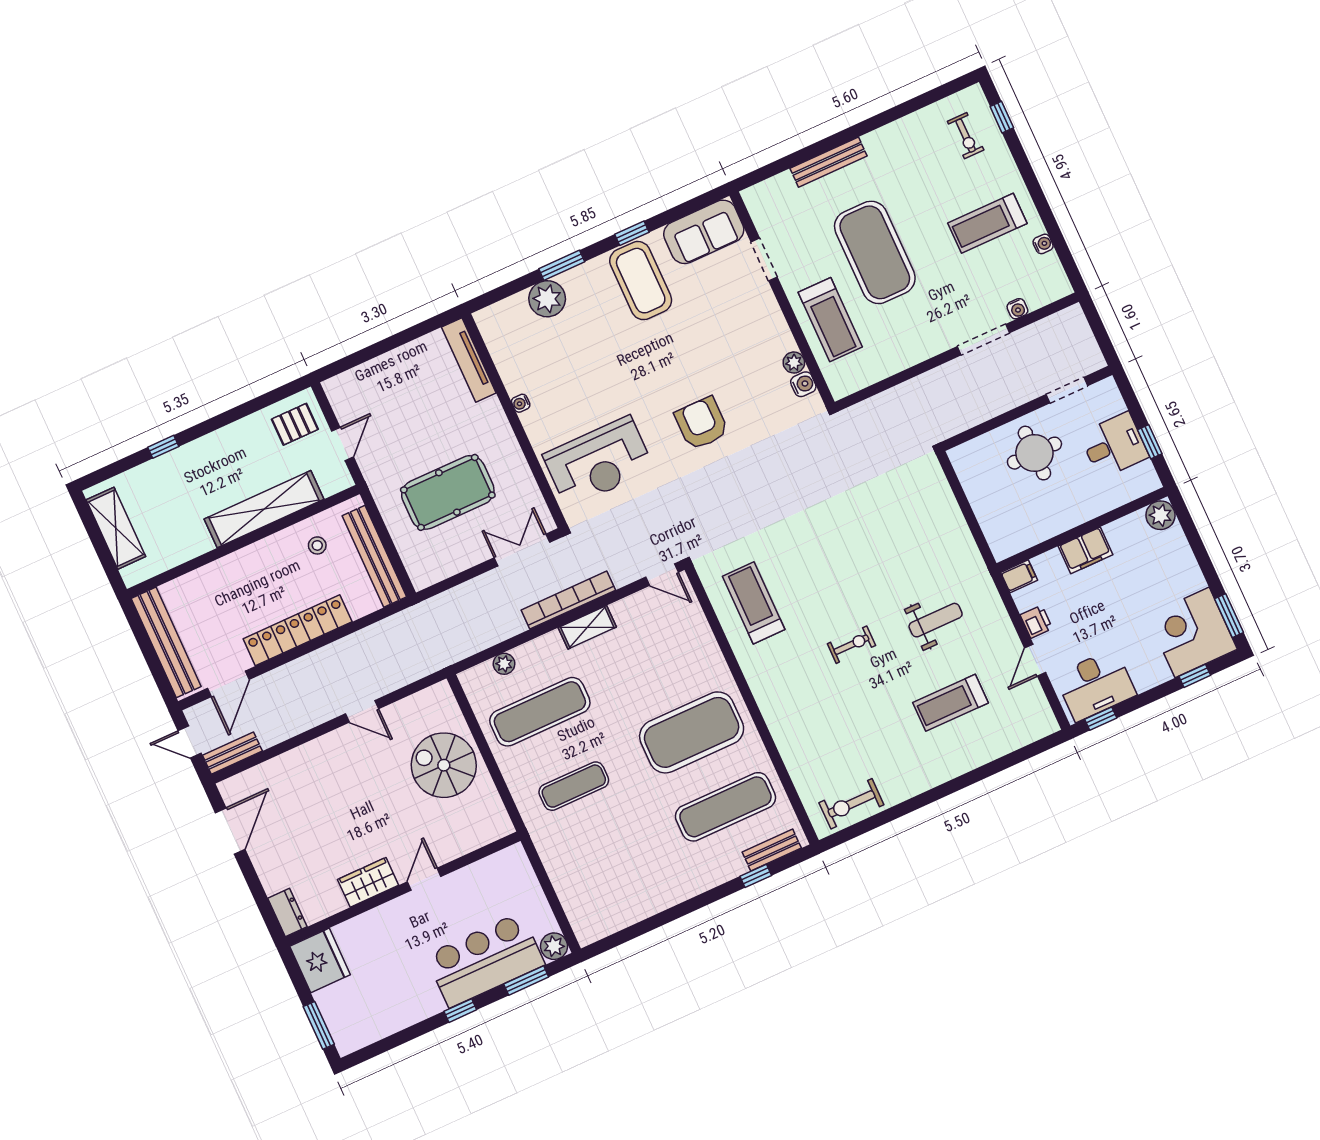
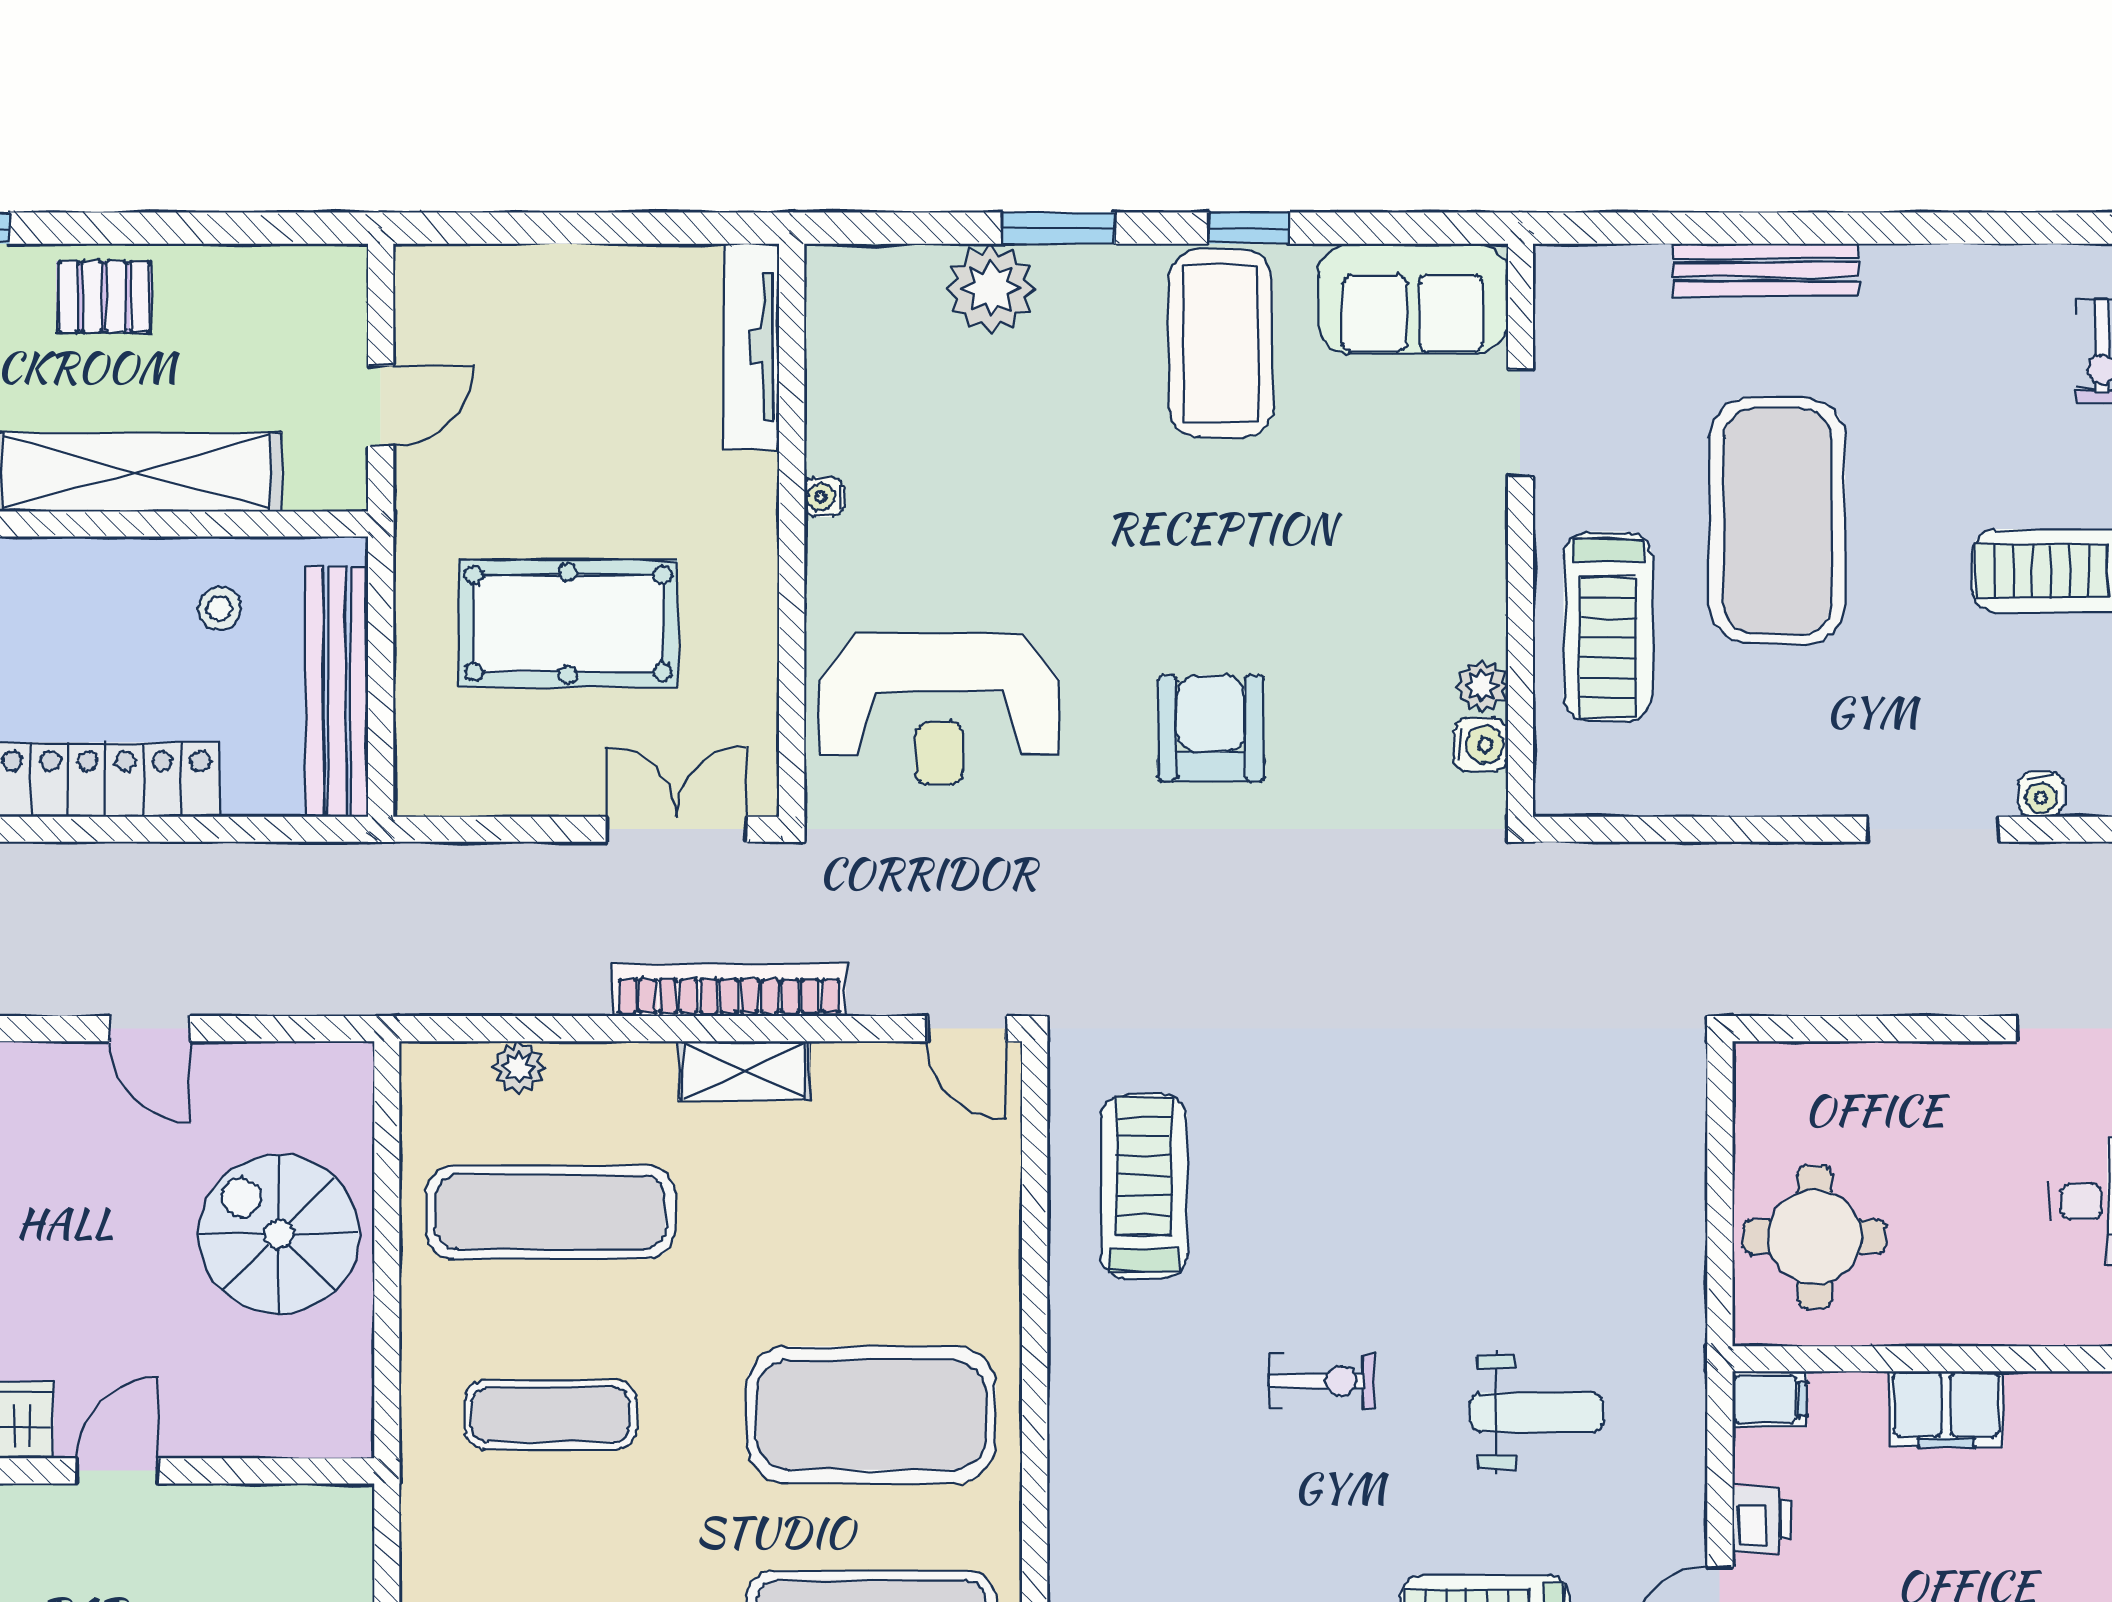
pallet: (295, 424) -> (104, 297), moved
round table: (1034, 453) -> (1815, 1237), moved

